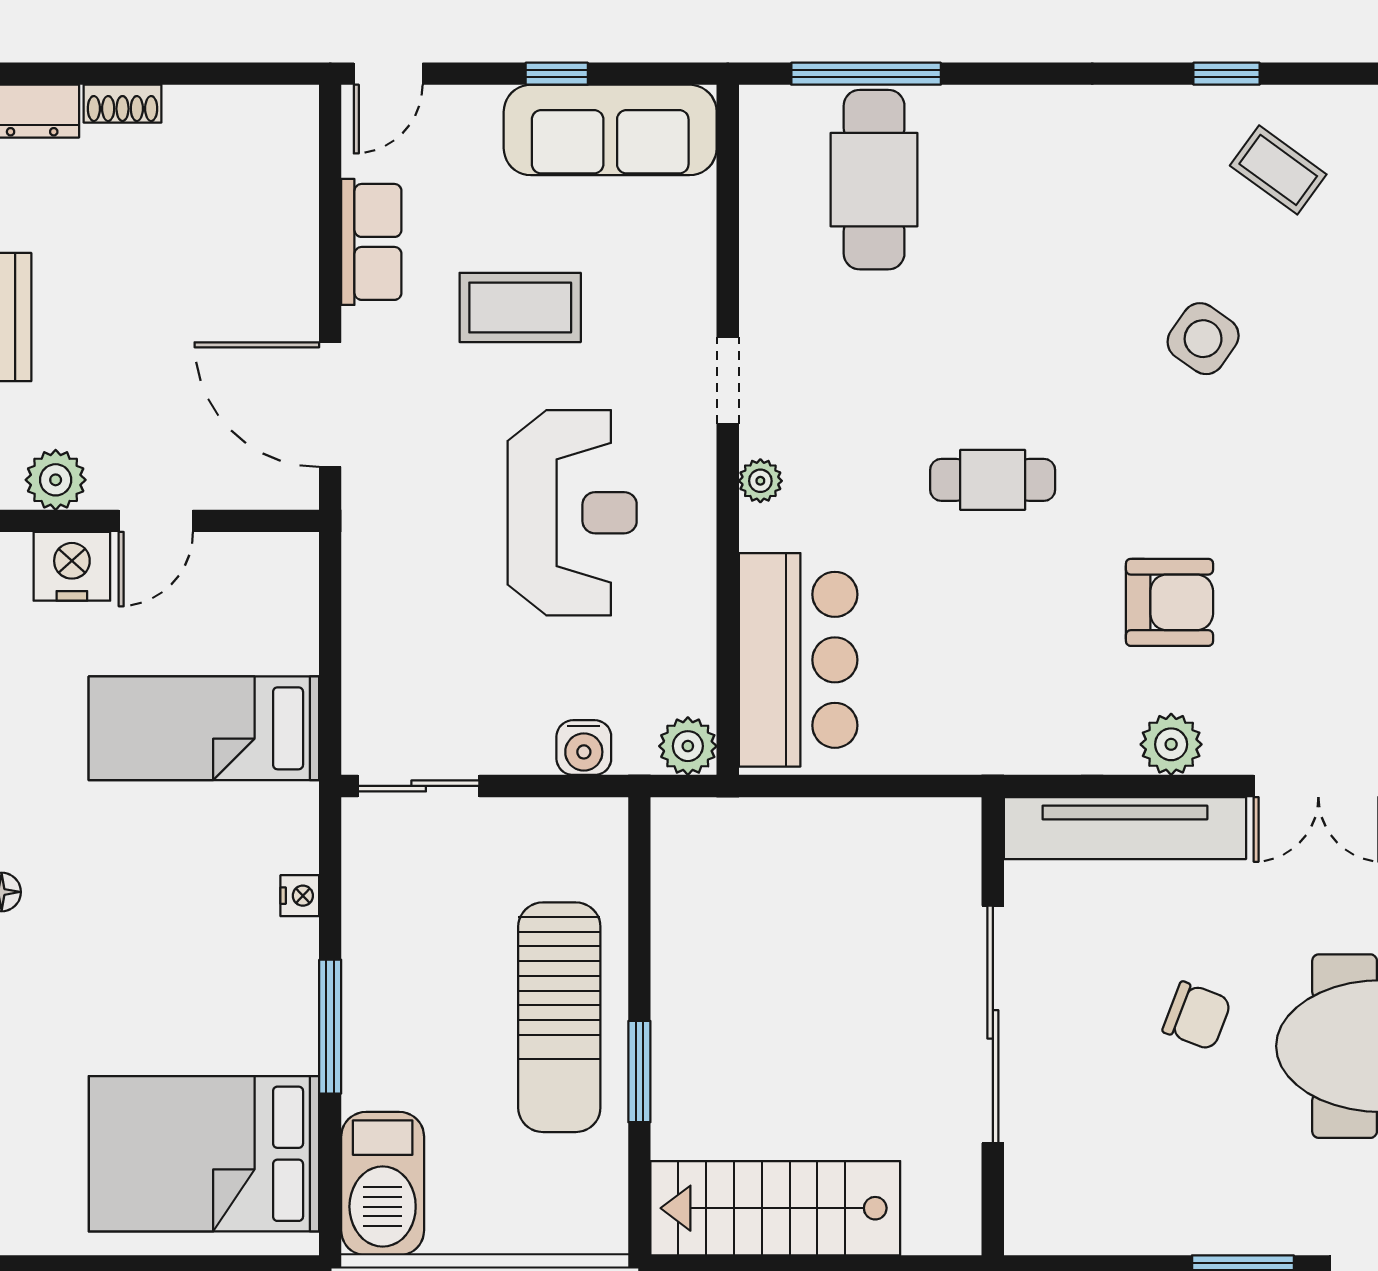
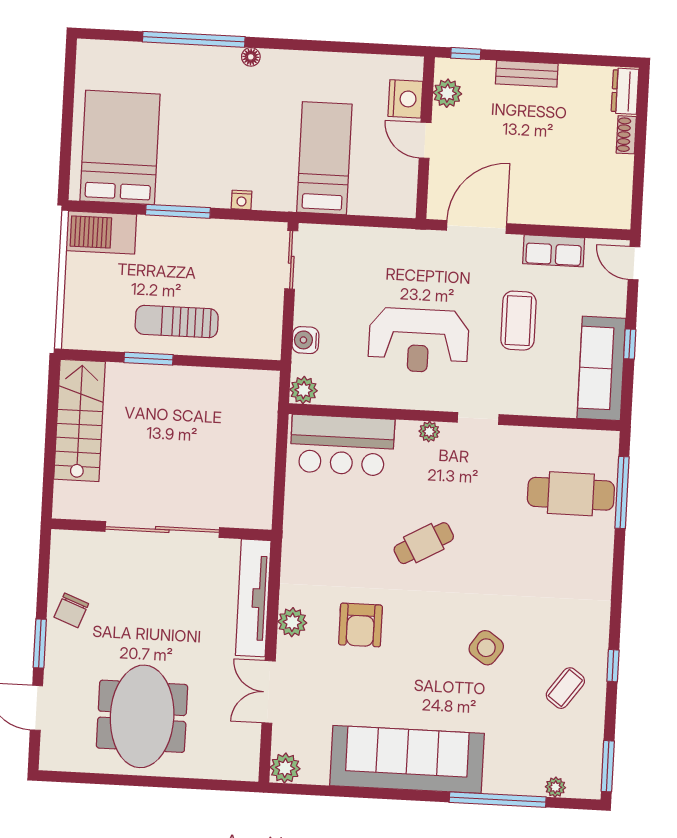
cafe table: (993, 480) -> (424, 543), turned 61
chair: (1197, 1016) -> (71, 610), moved
sun lounger: (559, 1017) -> (177, 322), width x0.73, depth x0.75

